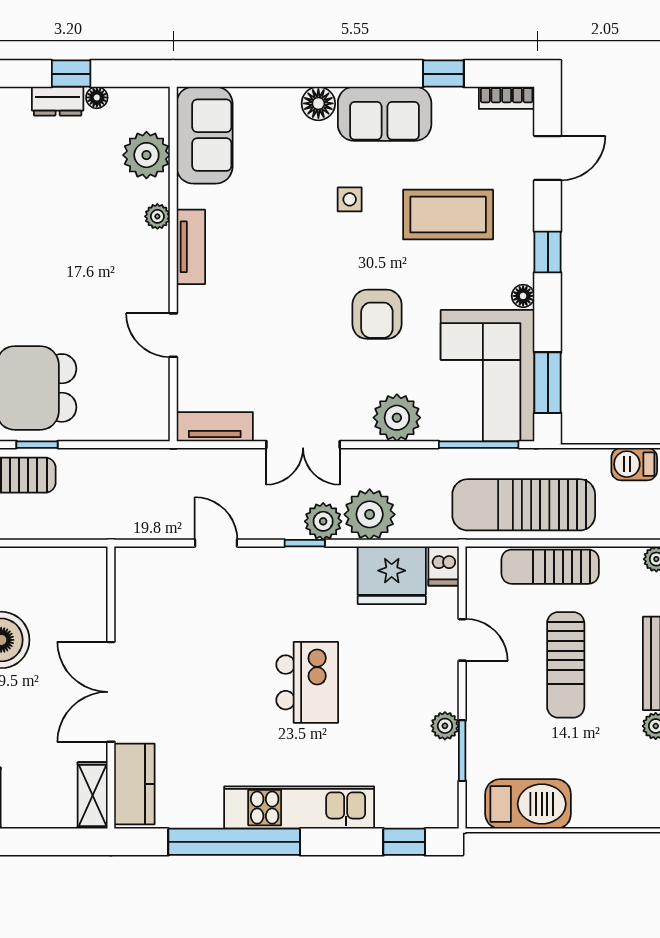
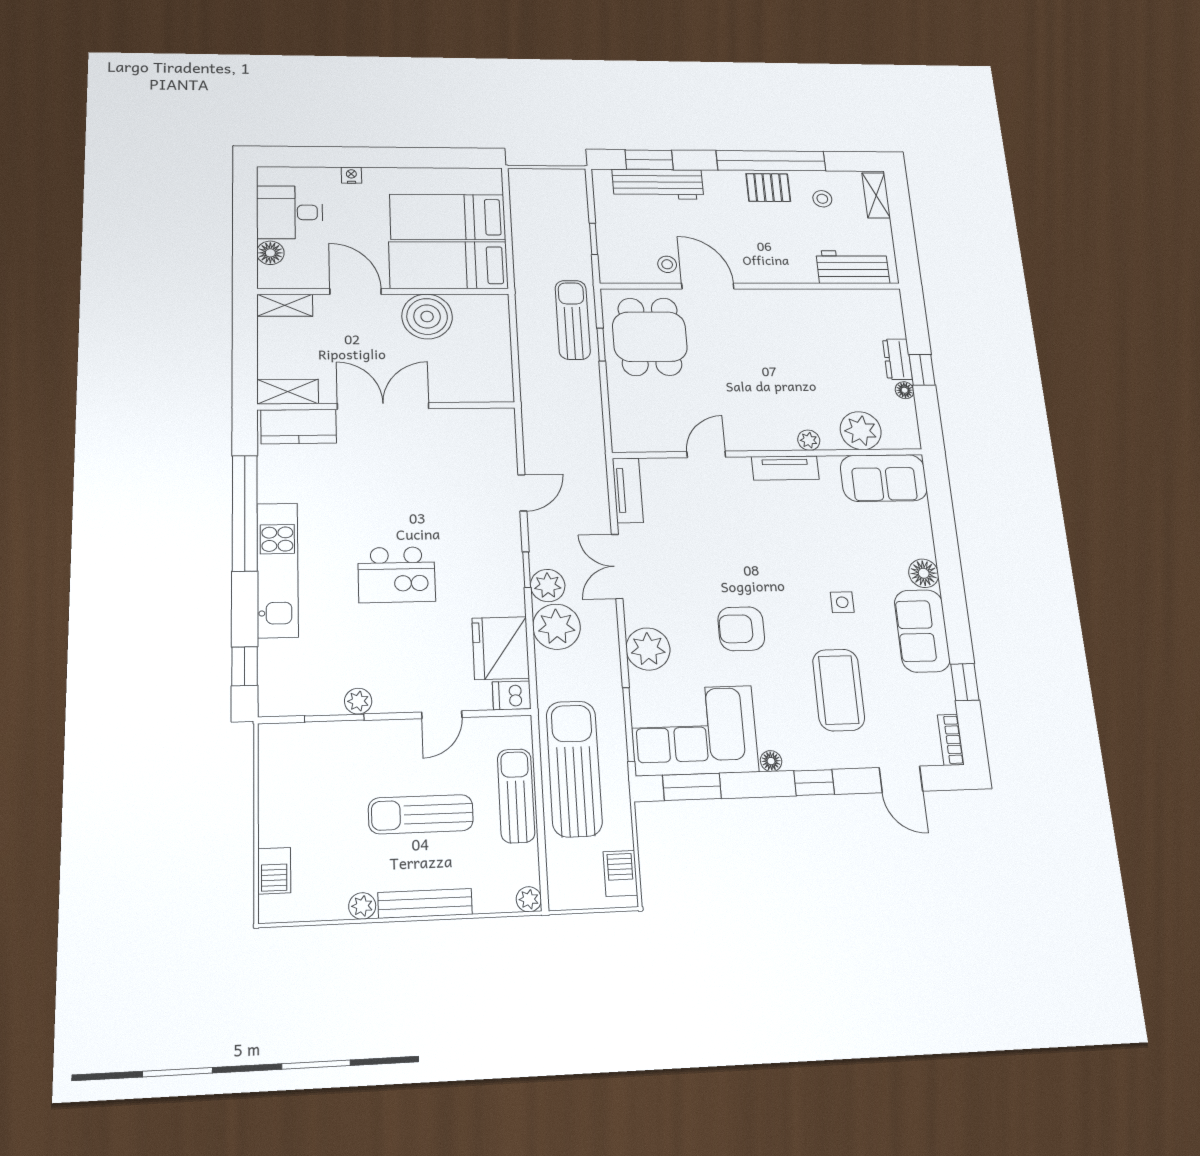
barbecue: (528, 804) -> (274, 871), moved, width x0.53, depth x0.65

